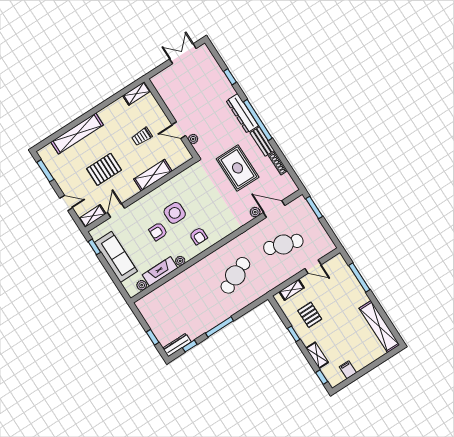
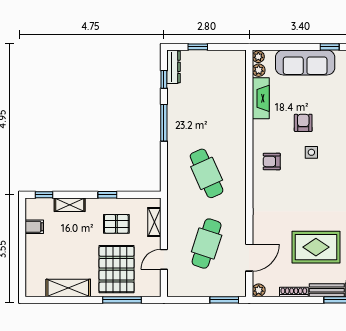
plant: (255, 212) -> (259, 290), moved
side table: (175, 213) -> (311, 152), width x0.54, depth x0.54
plant: (180, 261) -> (258, 57), moved
pallet: (341, 295) -> (117, 269), added
shelving: (379, 327) -> (68, 288), width x0.68

